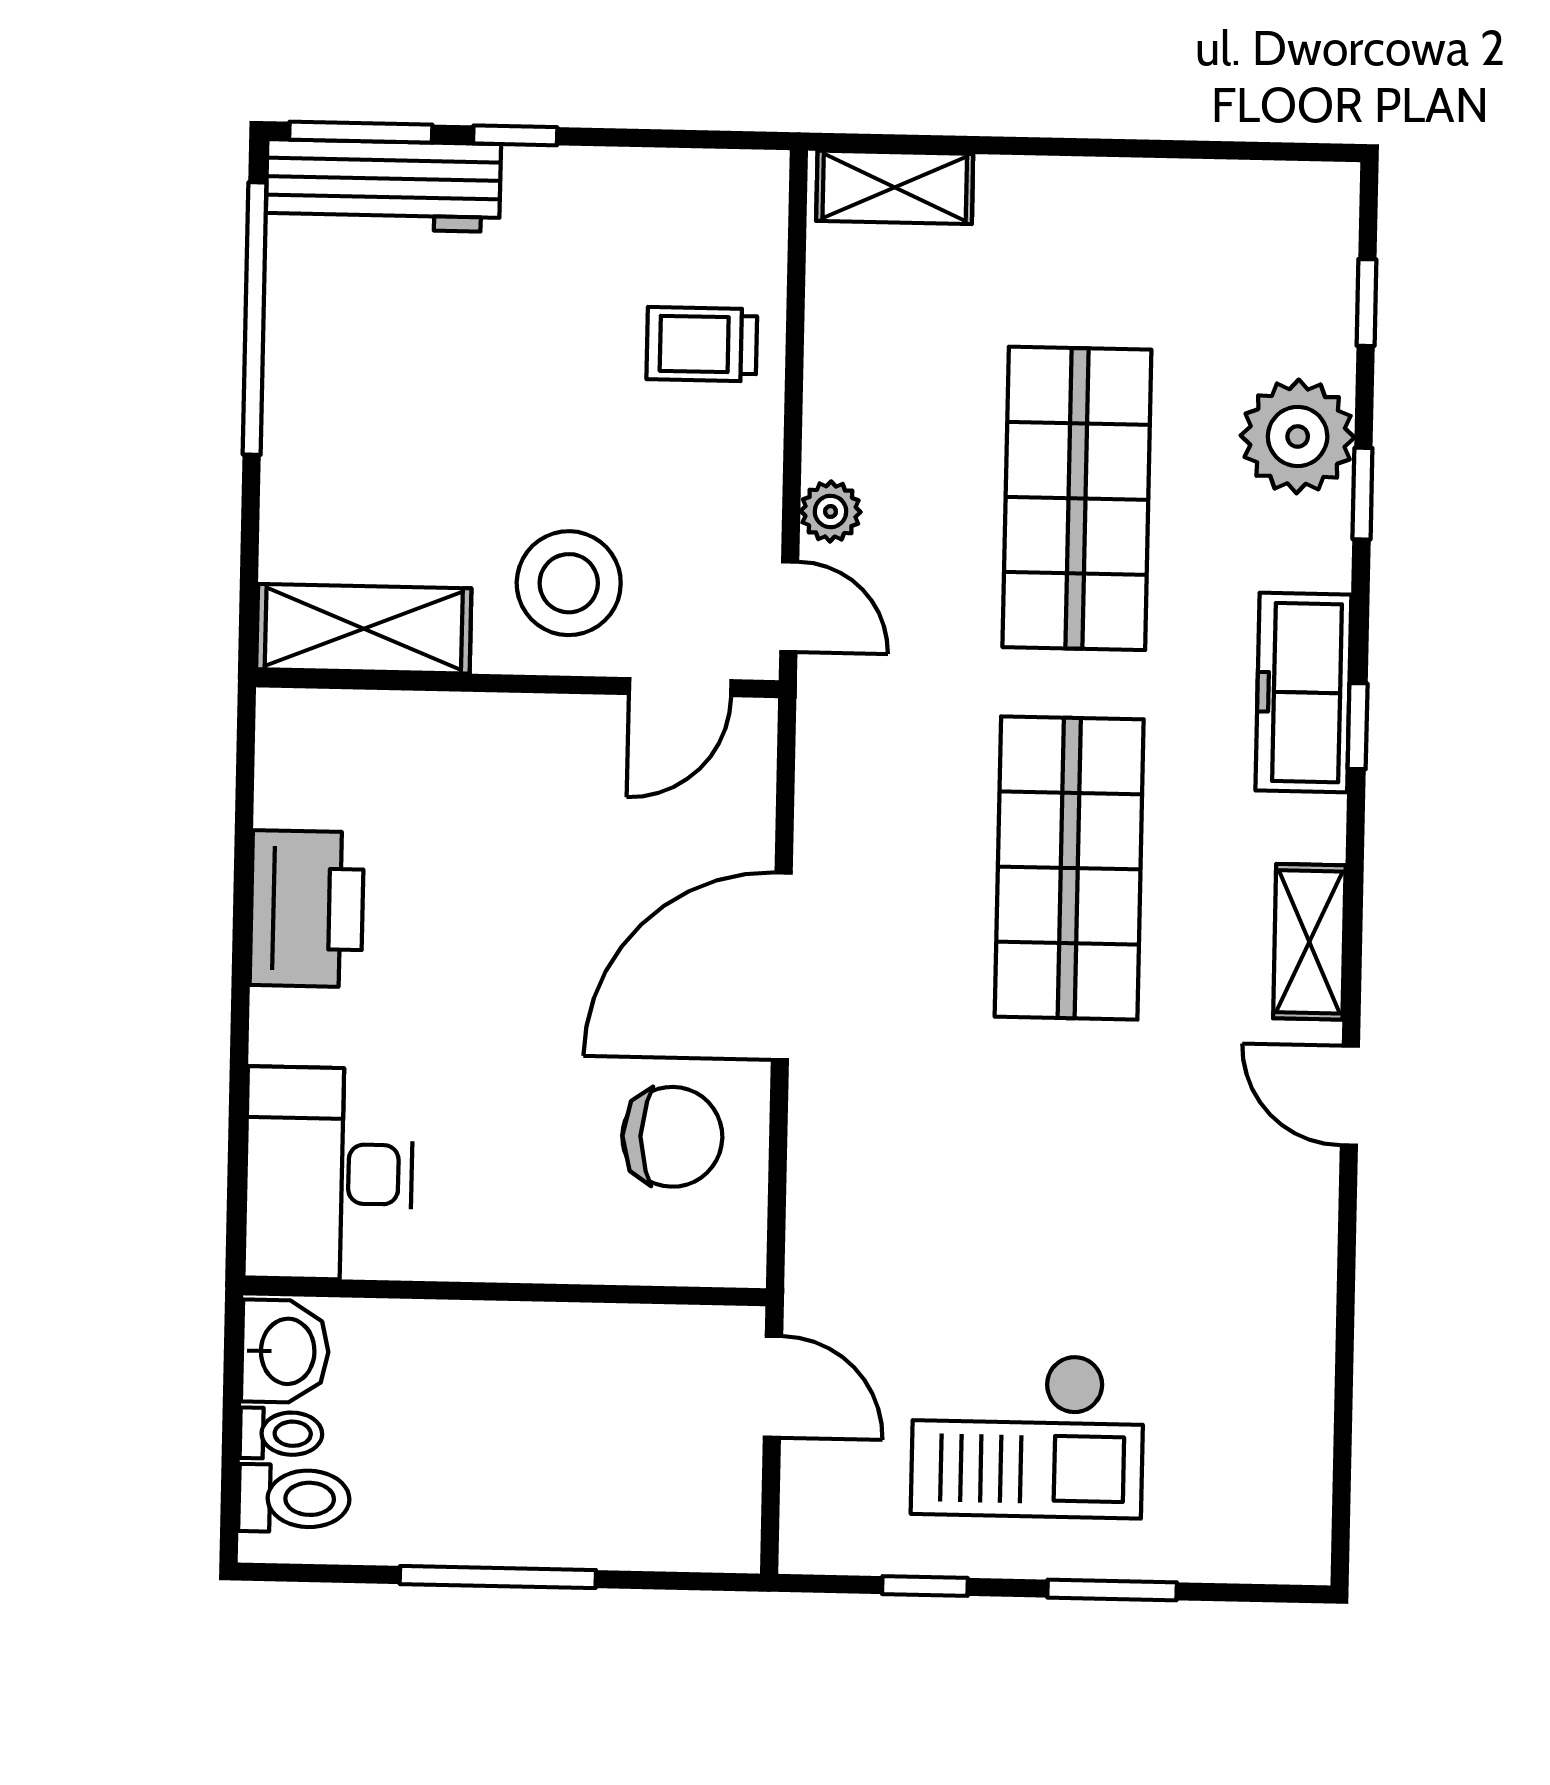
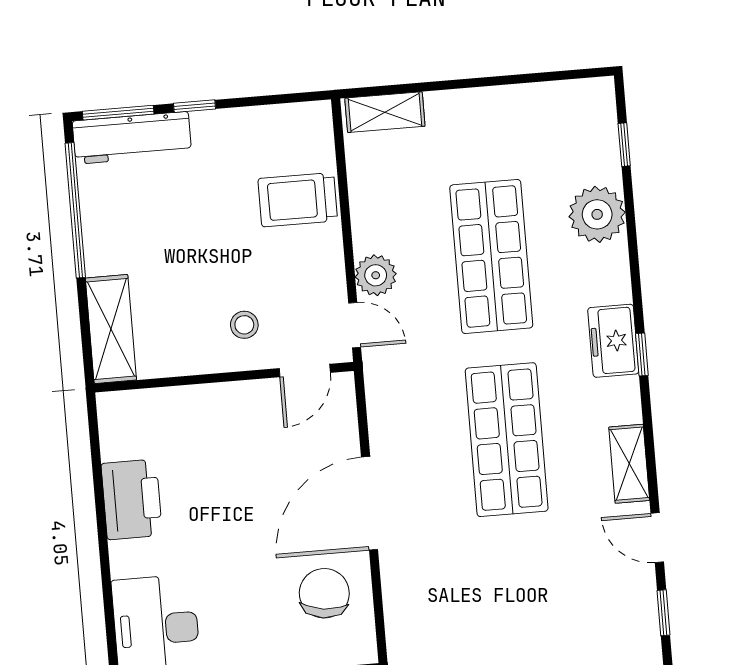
trolley: (702, 344) -> (298, 200), width x1.36, depth x1.39
window: (1362, 494) -> (664, 613), moved
plant: (831, 511) -> (376, 275), width x1.38, depth x1.38
stool: (569, 583) -> (244, 325), width x0.53, depth x0.53
shelving: (364, 629) -> (111, 329), moved, turned 90
freezer: (1303, 693) -> (613, 341), width x0.71
chair: (672, 1137) -> (324, 593), turned -83

